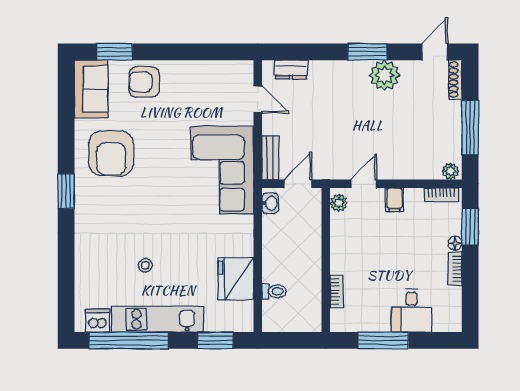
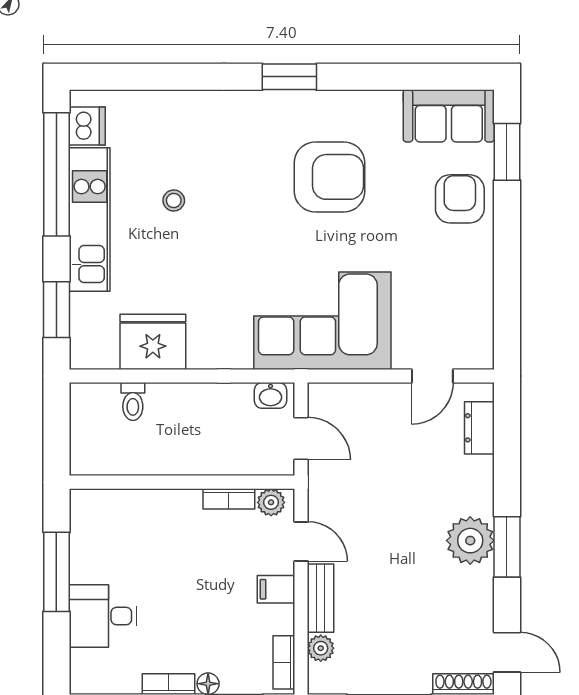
plant: (385, 75) -> (470, 541), moved
armchair: (111, 153) -> (330, 177), moved, turned 180
bench: (270, 158) -> (320, 598), moved, turned 90
plant: (450, 171) -> (321, 648), moved
bookcase: (337, 292) -> (229, 499), moved

